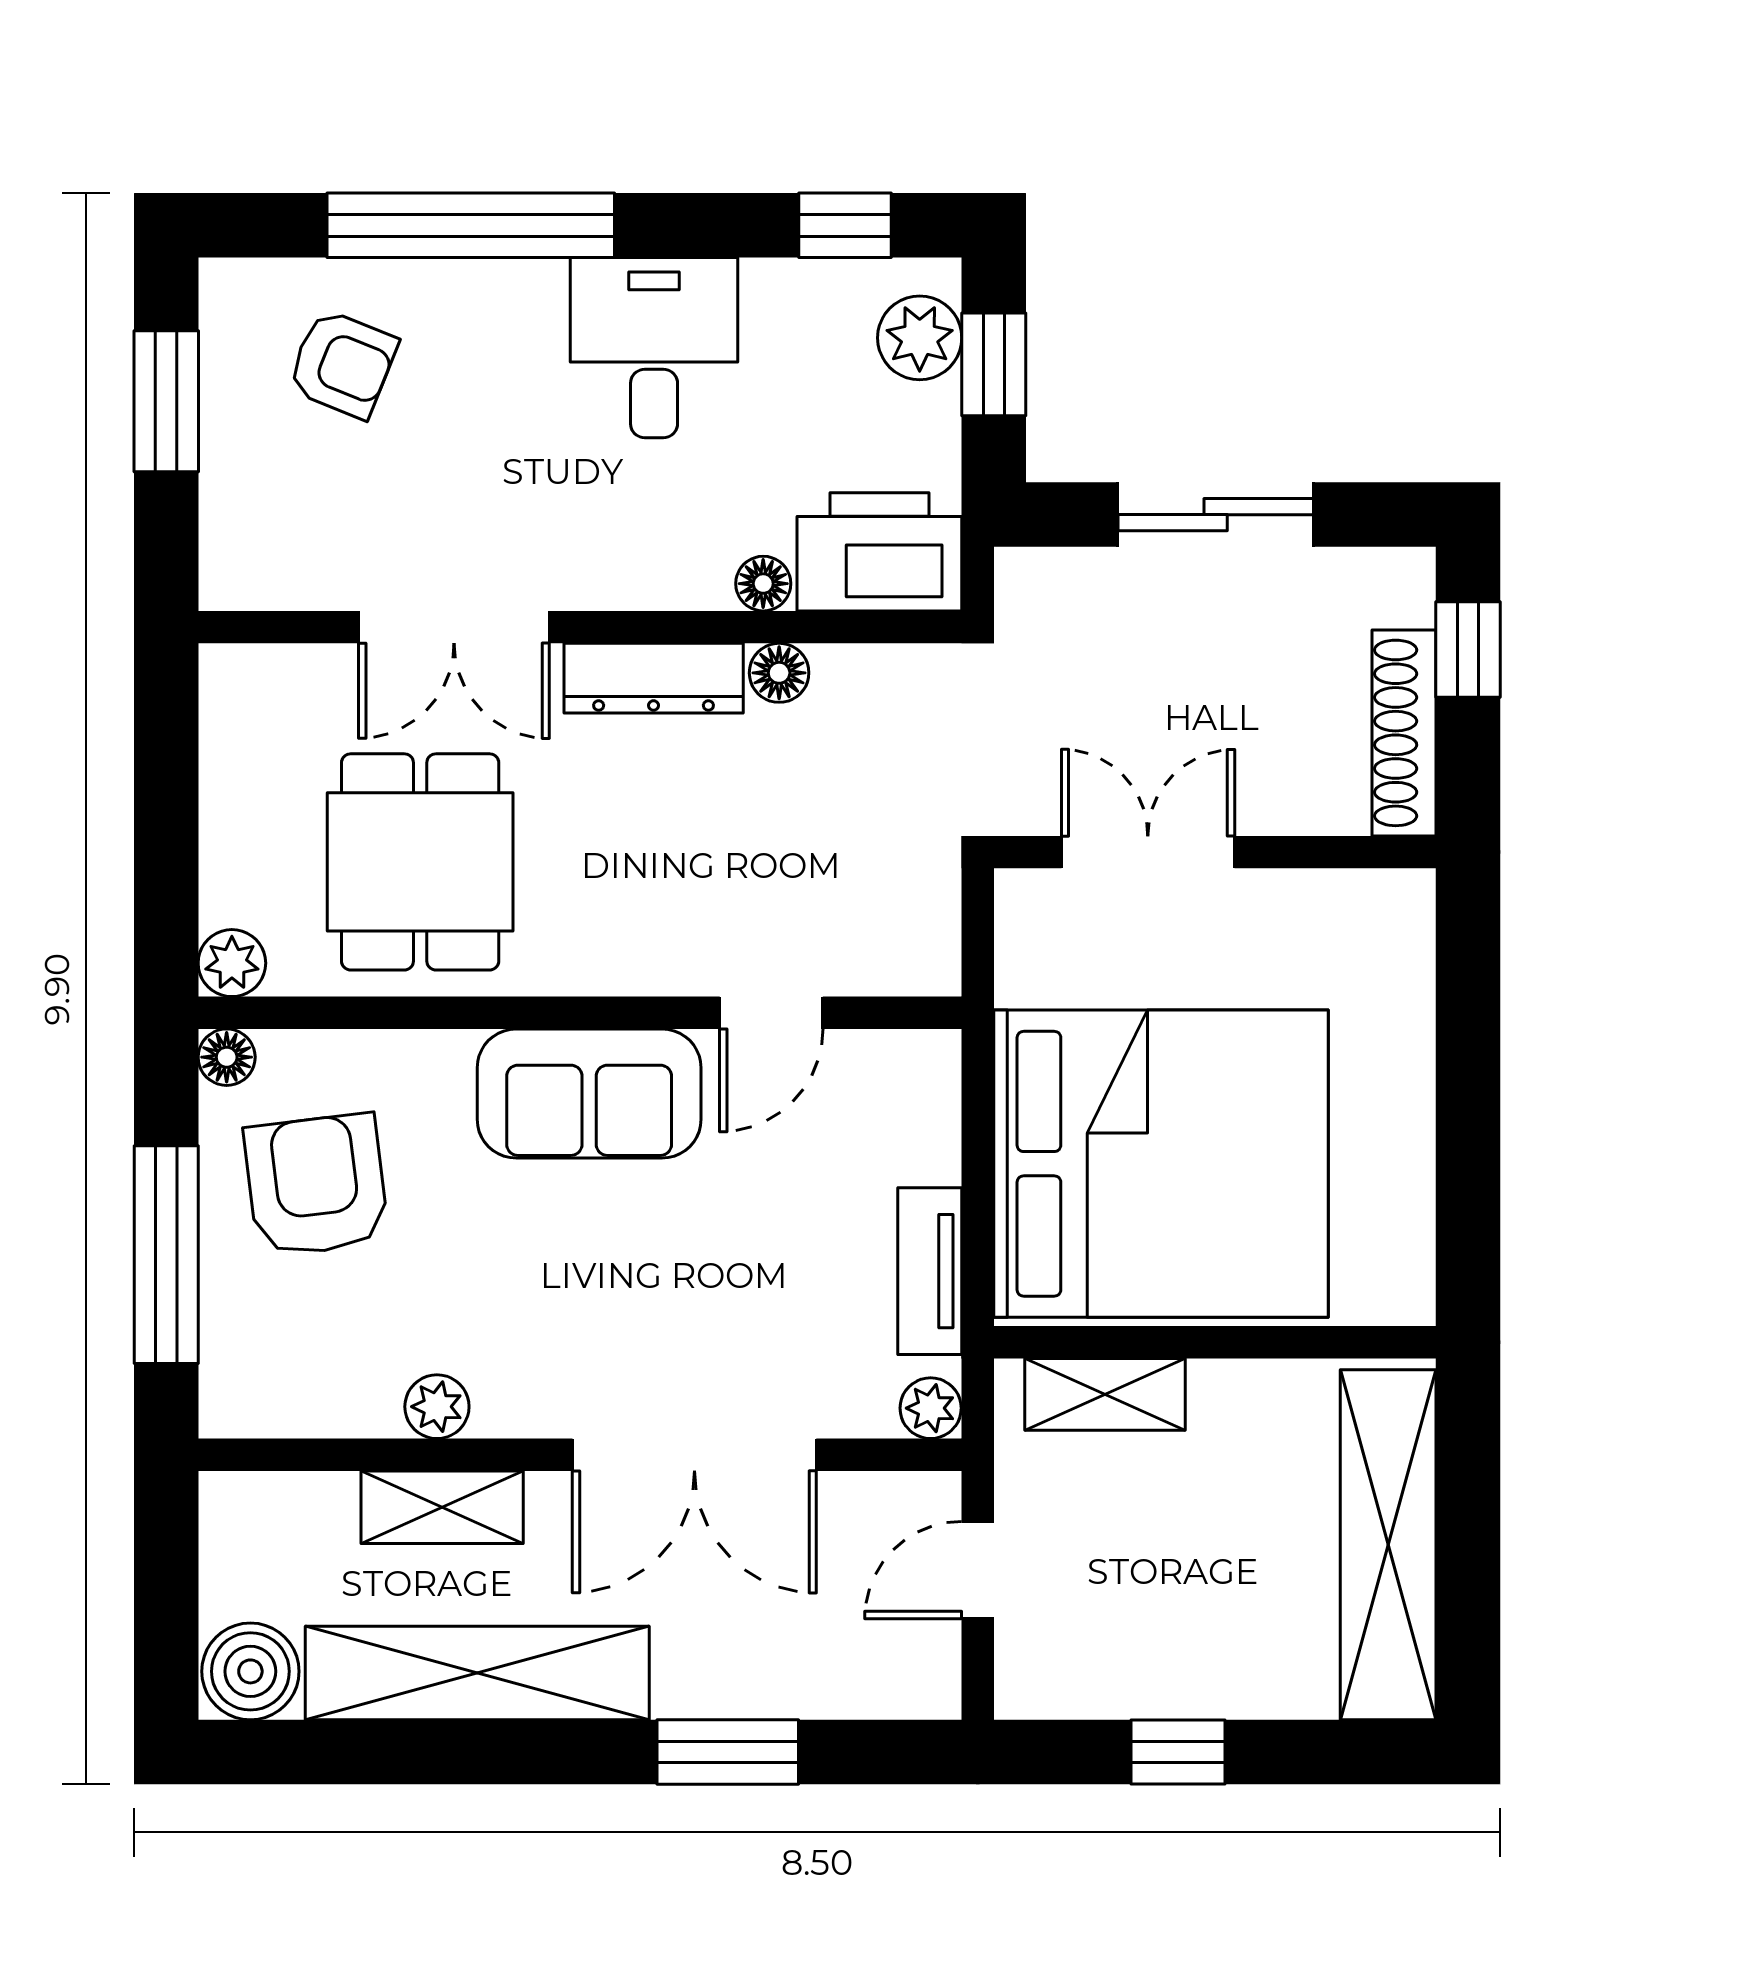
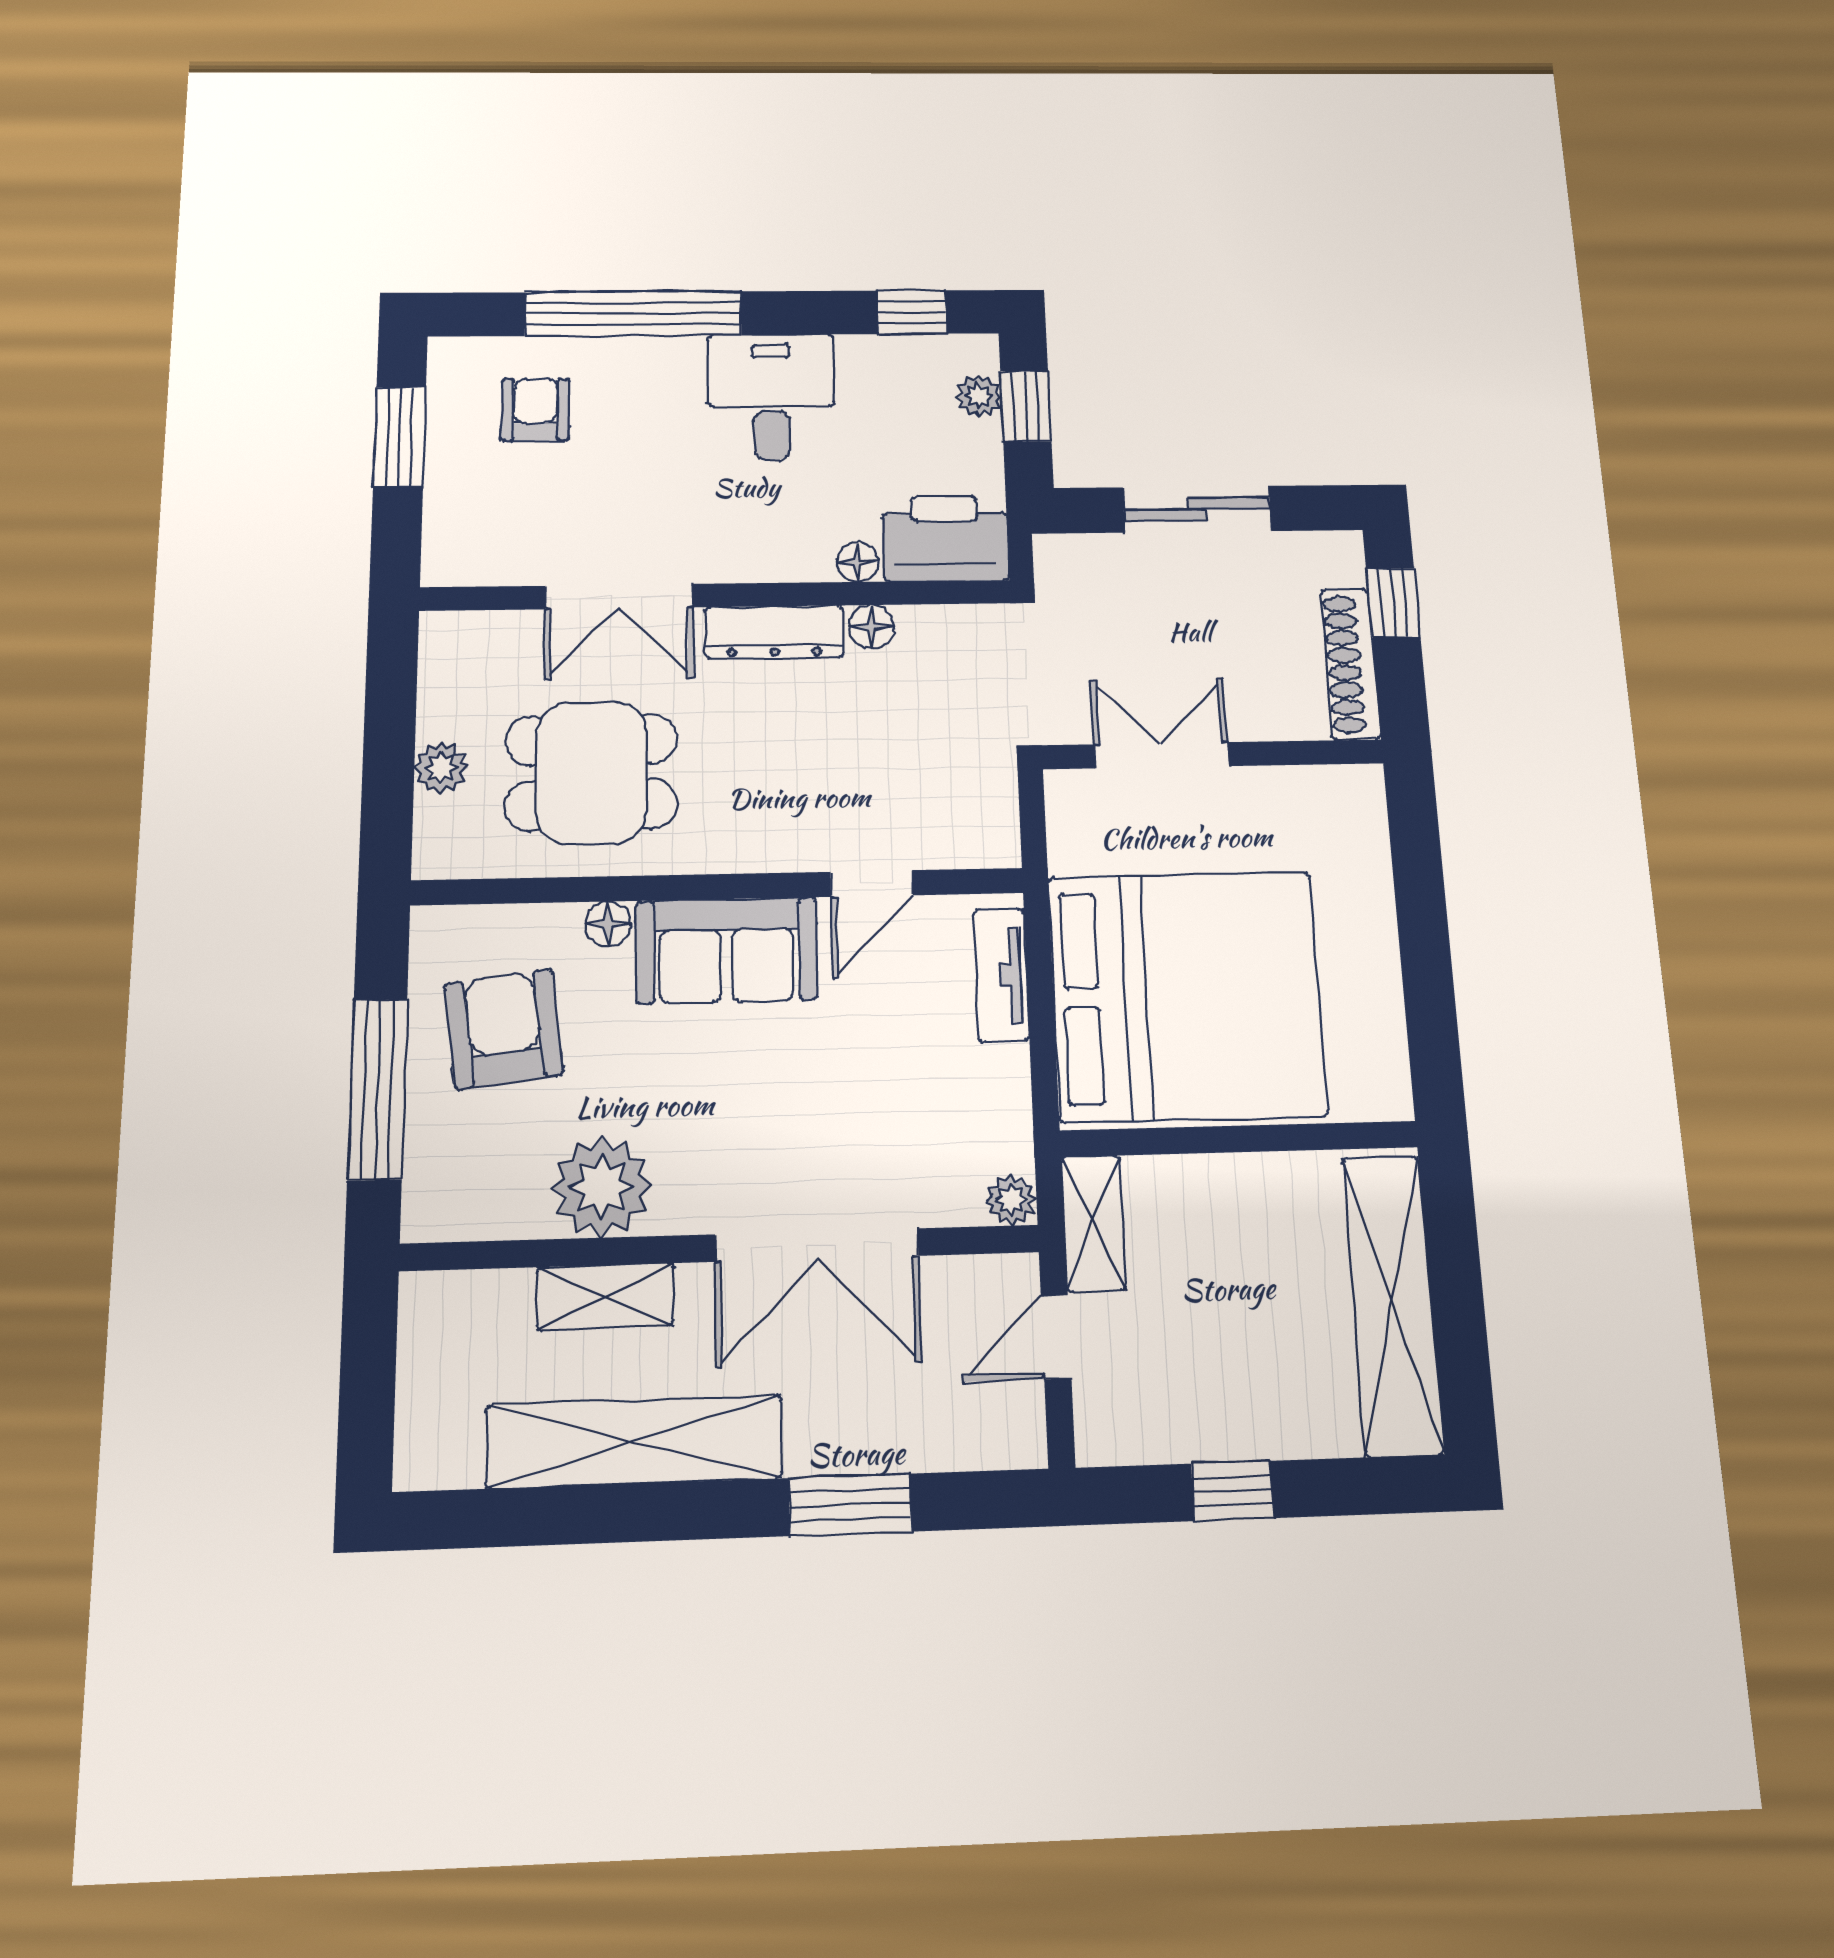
plant: (920, 338) -> (979, 396), width x0.73, depth x0.73
armchair: (342, 364) -> (535, 410), turned -112
dining table: (420, 862) -> (591, 772), turned 90
plant: (232, 963) -> (441, 768), moved
floor lamp: (227, 1057) -> (608, 924), moved
tv unit: (930, 1271) -> (1001, 975), moved
shelving: (1105, 1394) -> (1094, 1223), moved, turned 90
plant: (437, 1407) -> (602, 1187), width x1.88, depth x1.88
boiler: (250, 1671) -> (439, 1447), removed

